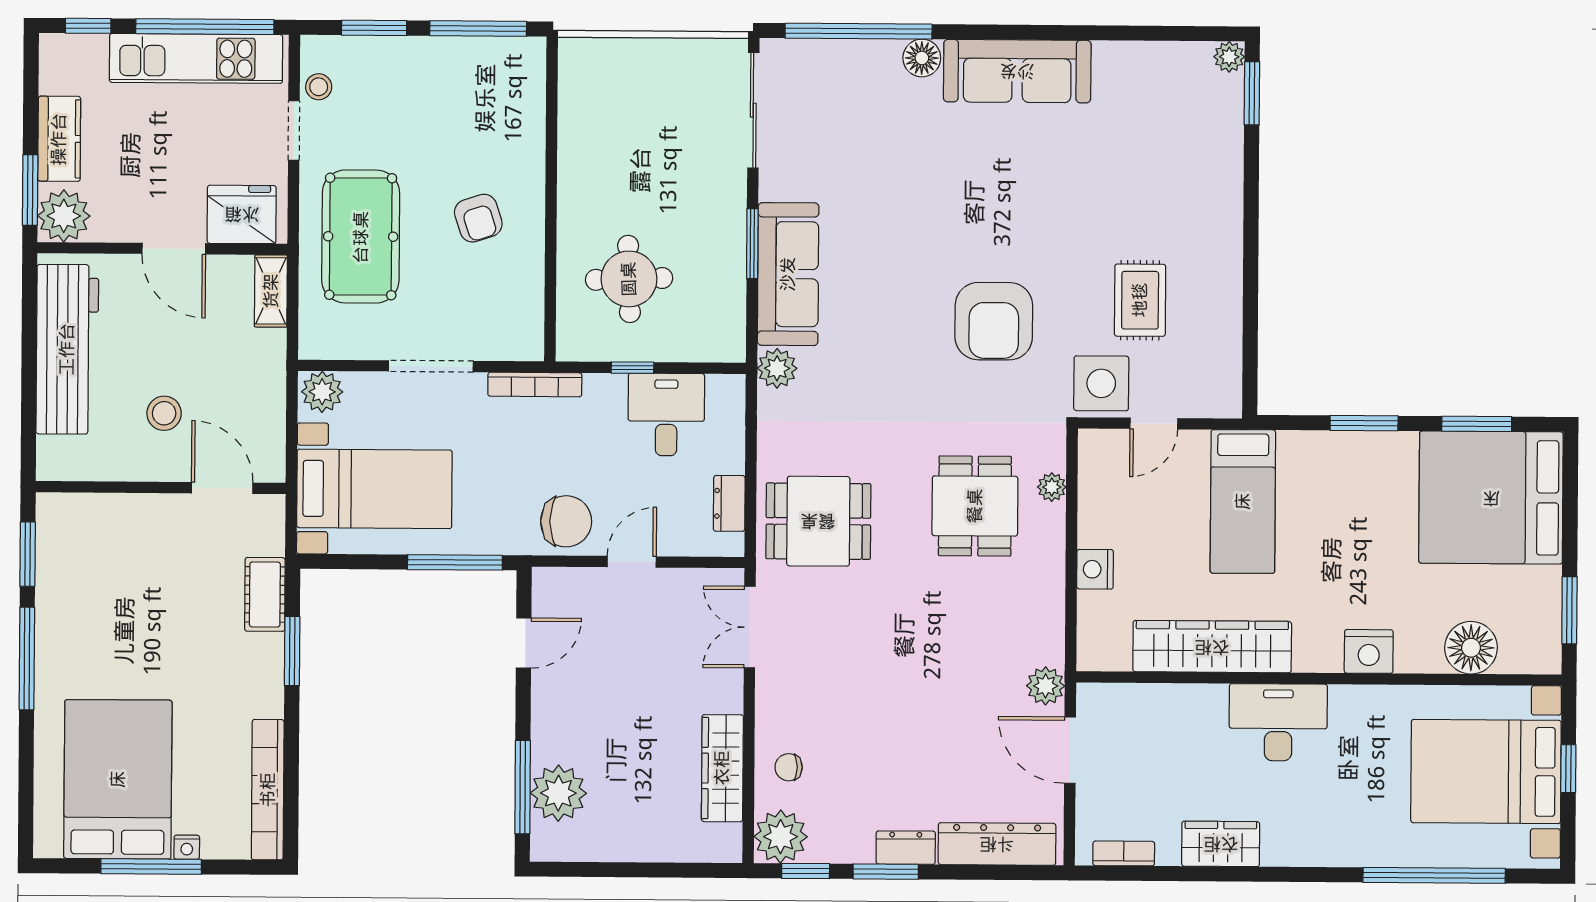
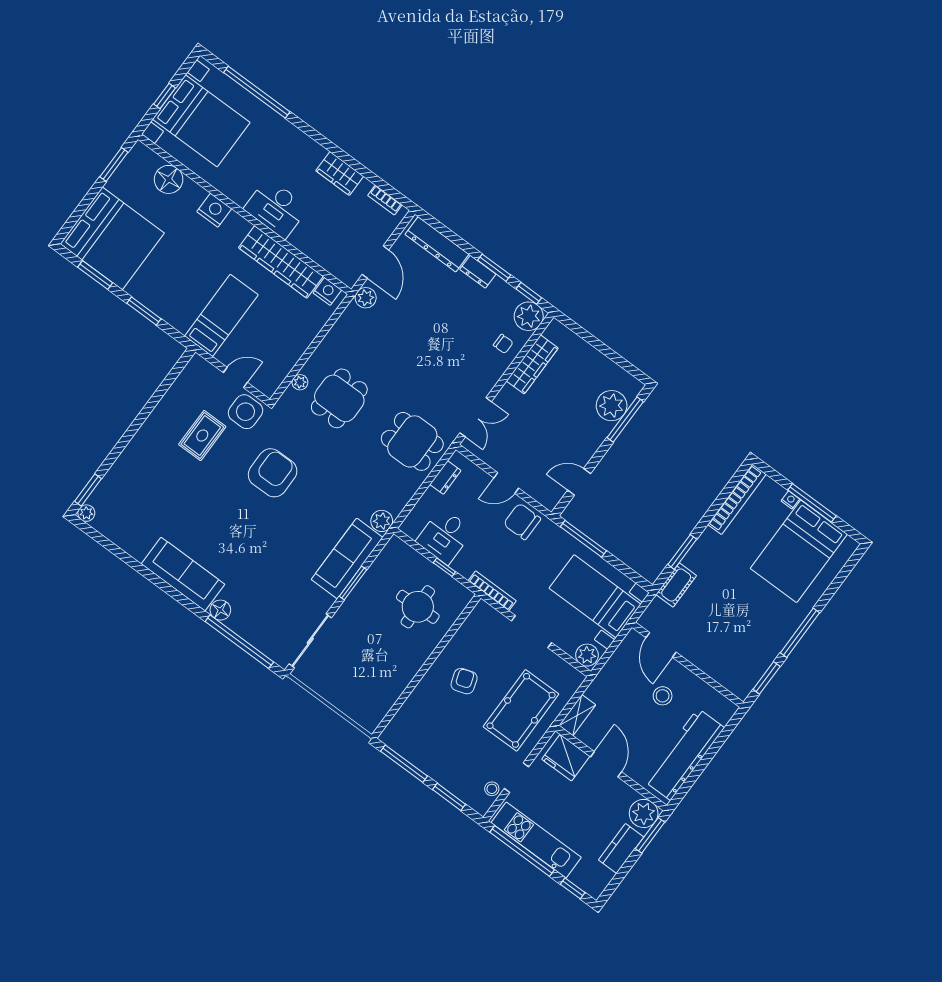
nightstand: (1095, 569) -> (327, 291), moved, turned -90

